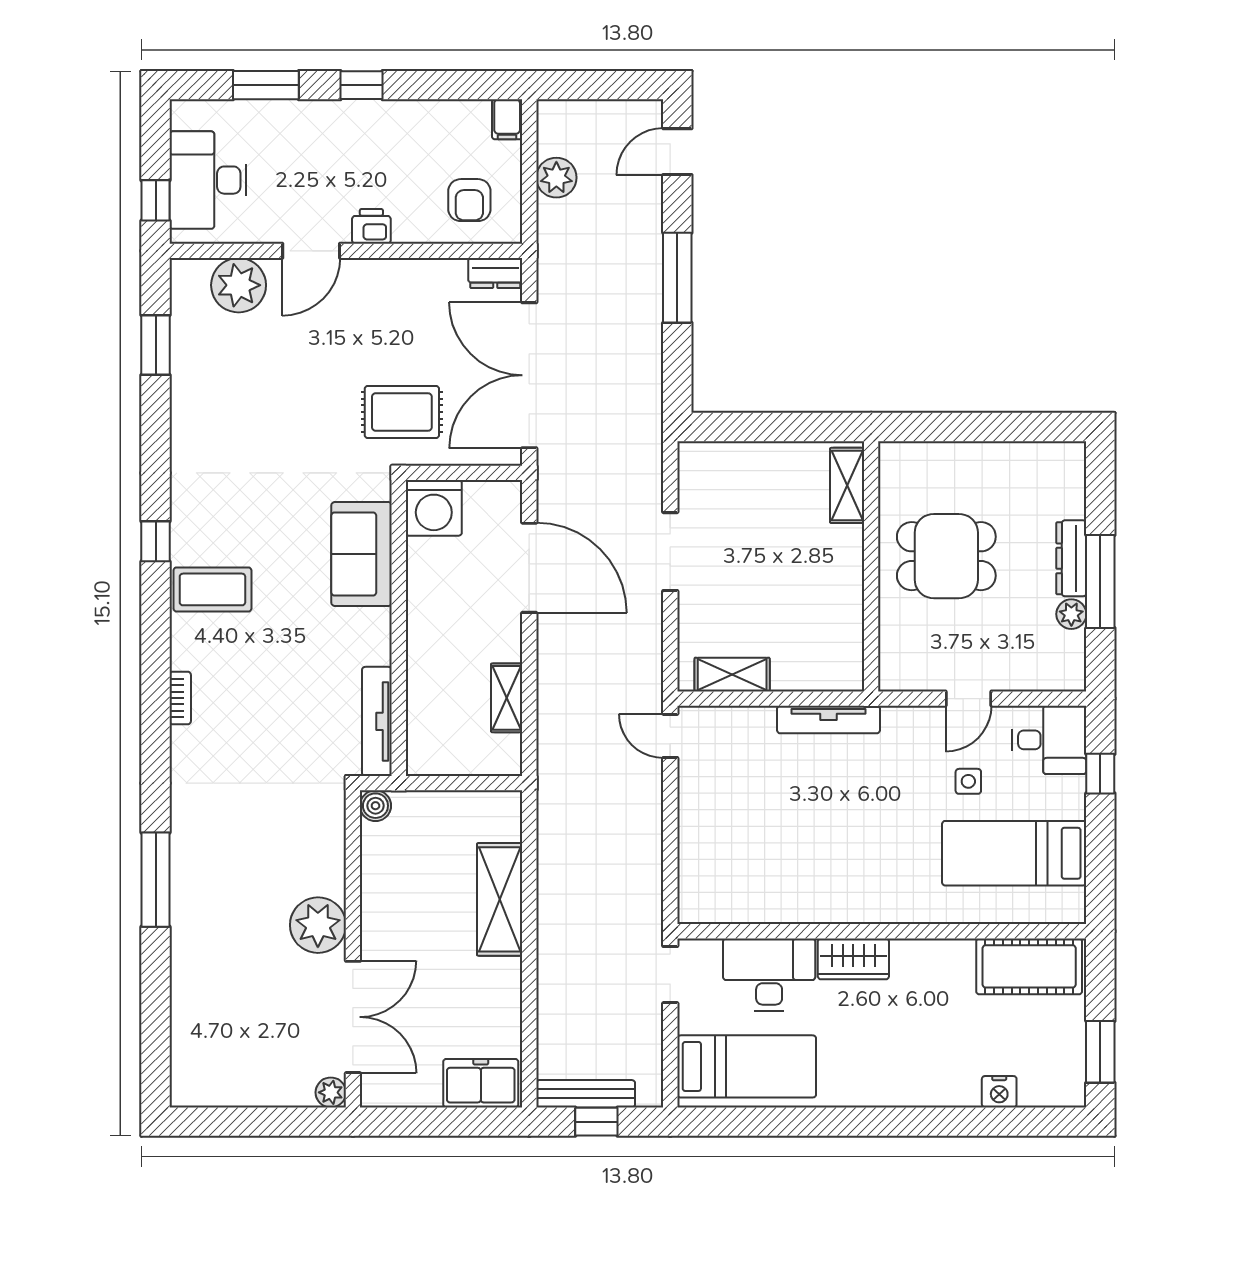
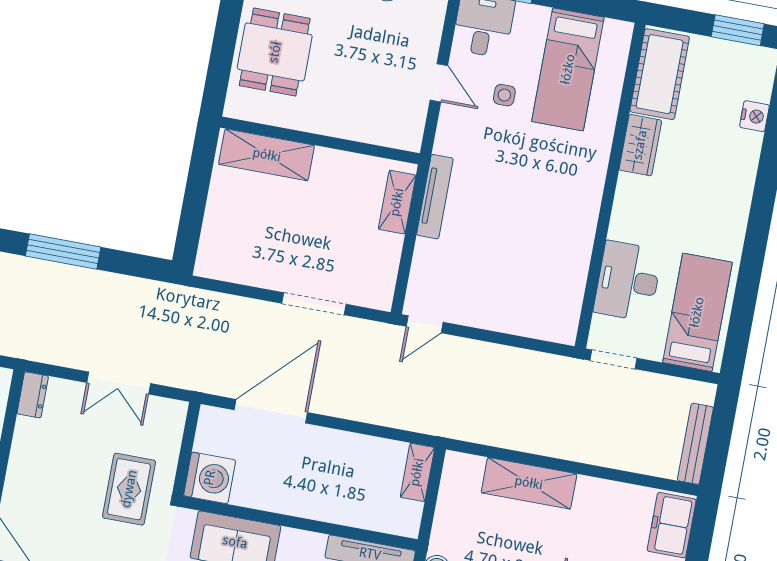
double door: (529, 375) -> (119, 383), width x0.54
shelving: (847, 485) -> (267, 155), width x1.50, depth x1.33
doorway: (670, 552) -> (314, 304), moved
dining table: (946, 556) -> (275, 52), moved
shelving: (732, 675) -> (397, 202), moved
shelving: (507, 698) -> (417, 472), moved, turned 90
wardrobe: (853, 959) -> (640, 145), moved
window: (596, 1122) -> (719, 439), removed

